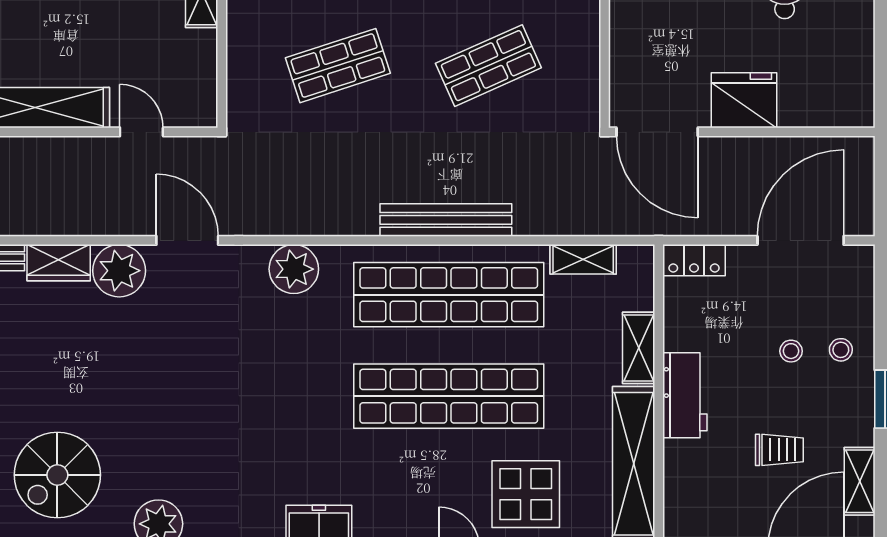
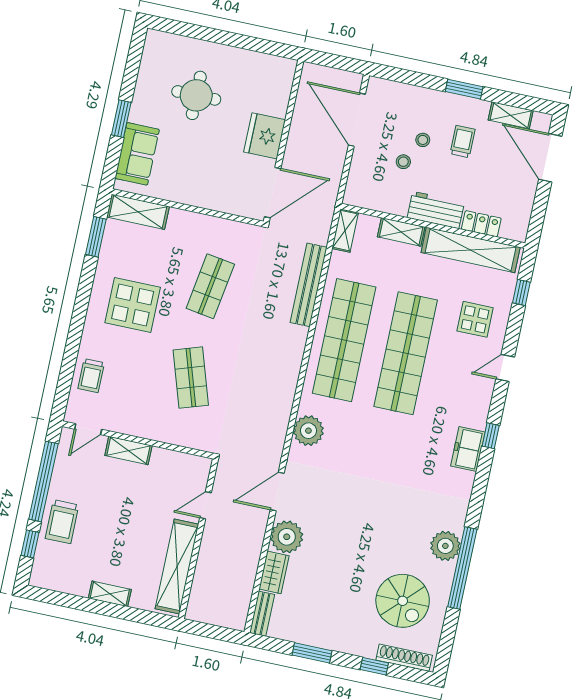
shop shelf: (488, 66) -> (210, 286), turned 33
bench: (446, 220) -> (309, 285), moved
shelving: (583, 259) -> (345, 231), moved
locker: (694, 260) -> (481, 224), moved, turned -90
stool: (841, 350) -> (403, 162), moved
trolley: (779, 450) -> (463, 141), moved
display table: (526, 494) -> (475, 319), width x0.73, depth x0.73

